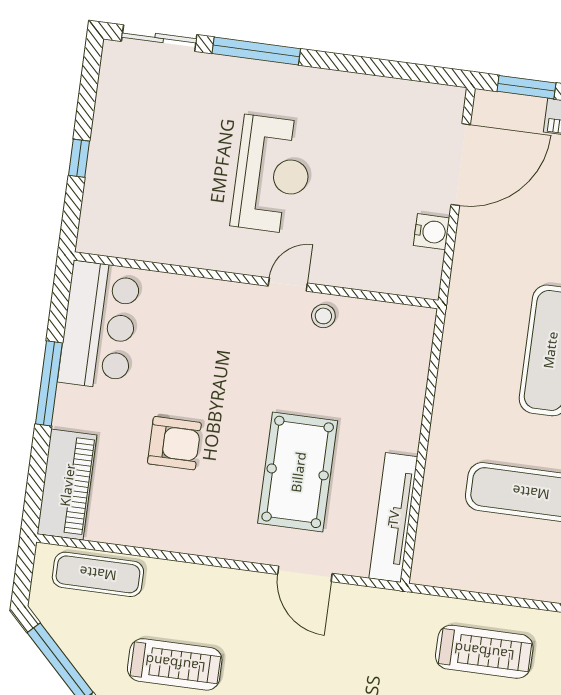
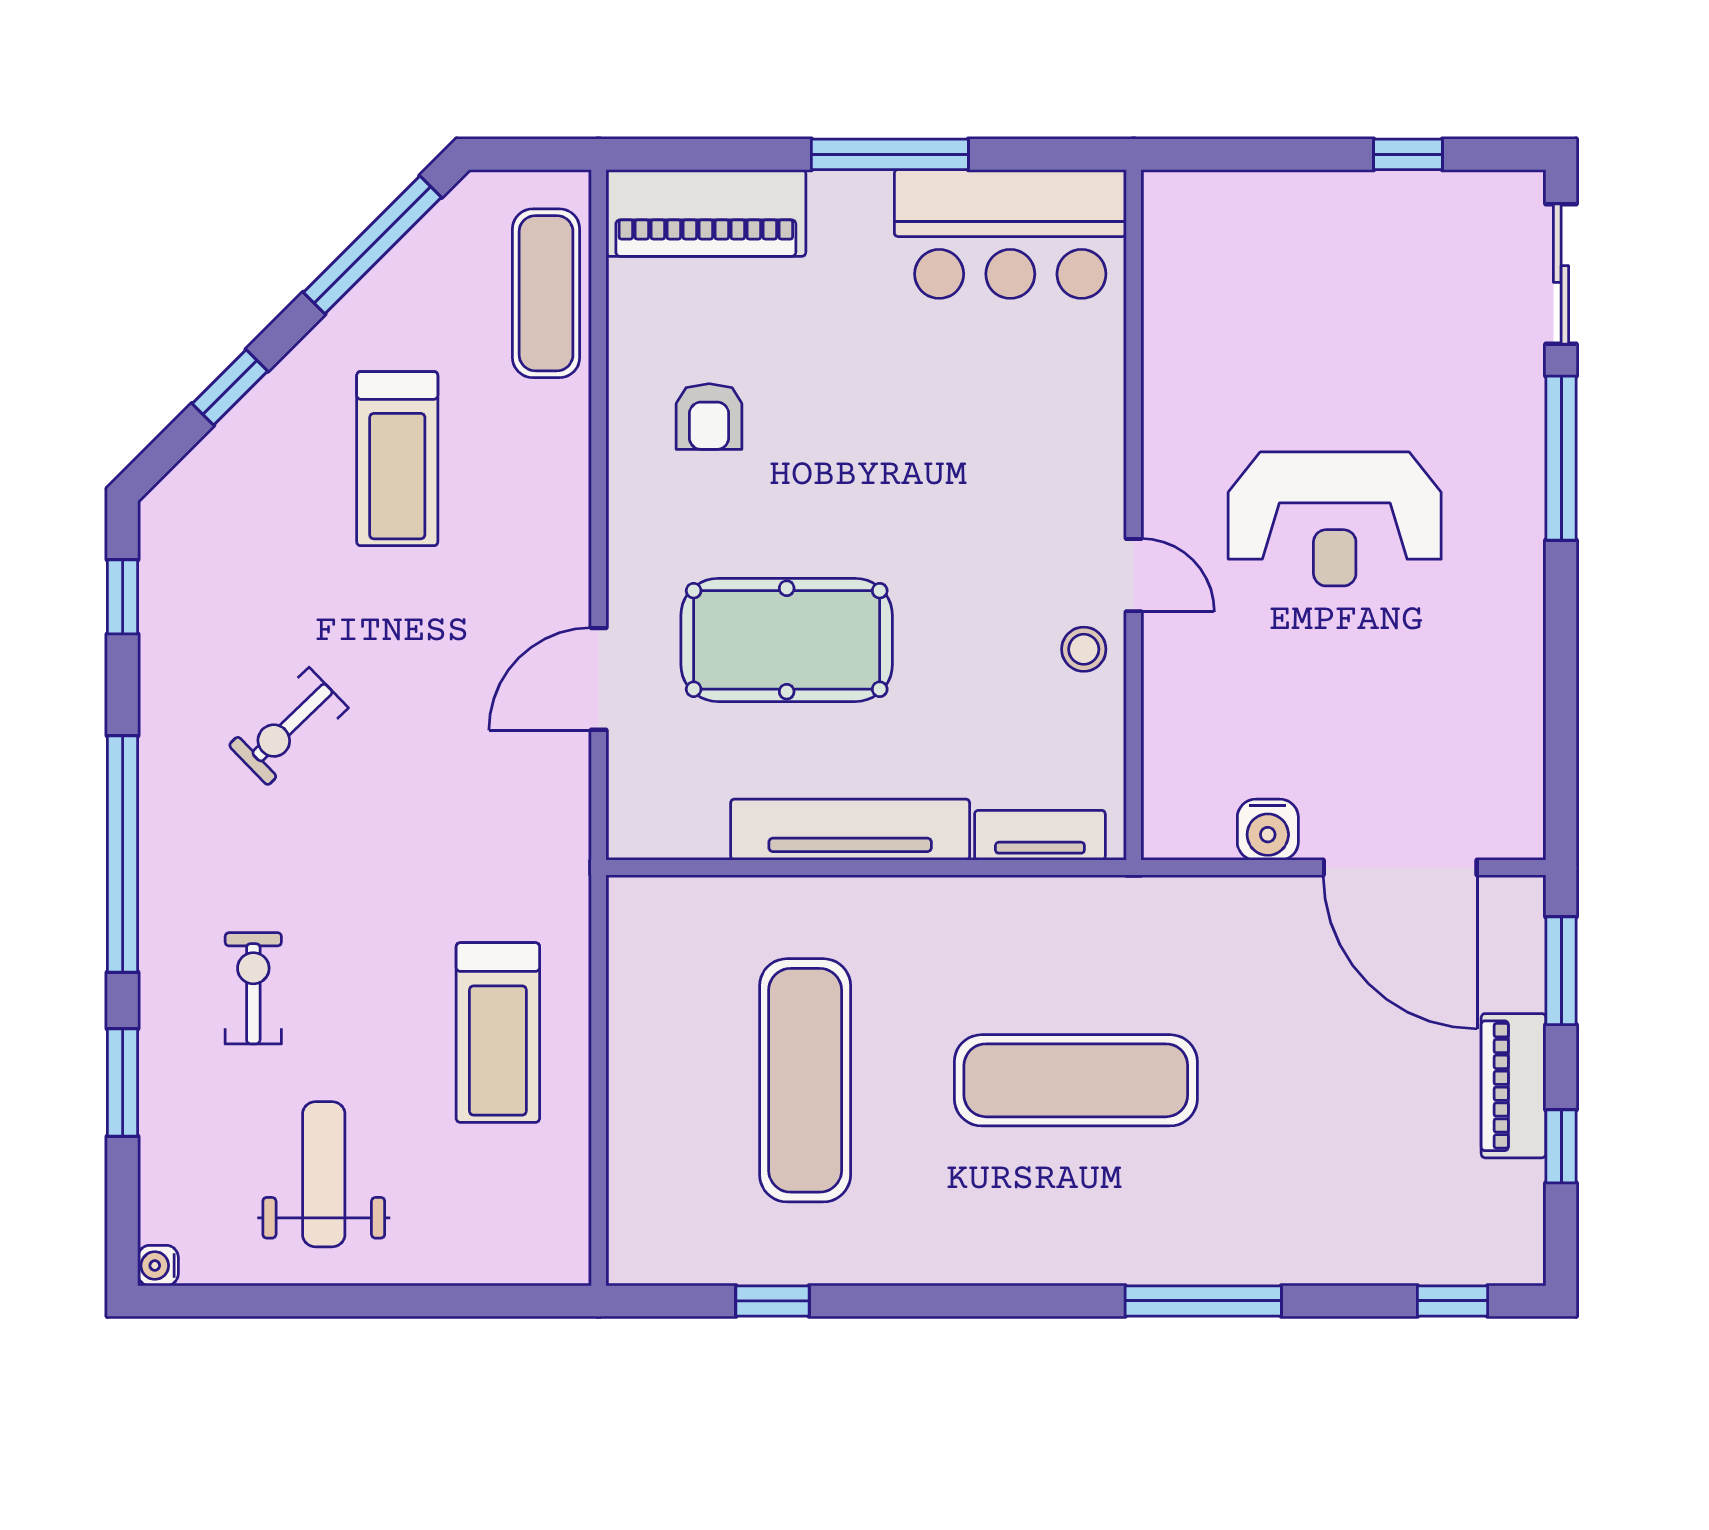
window: (79, 158) -> (1408, 154), moved
tv unit: (418, 352) -> (1040, 835), added
armchair: (174, 443) -> (709, 417), moved, width x0.72, depth x0.72
tv unit: (393, 518) -> (850, 830), moved

